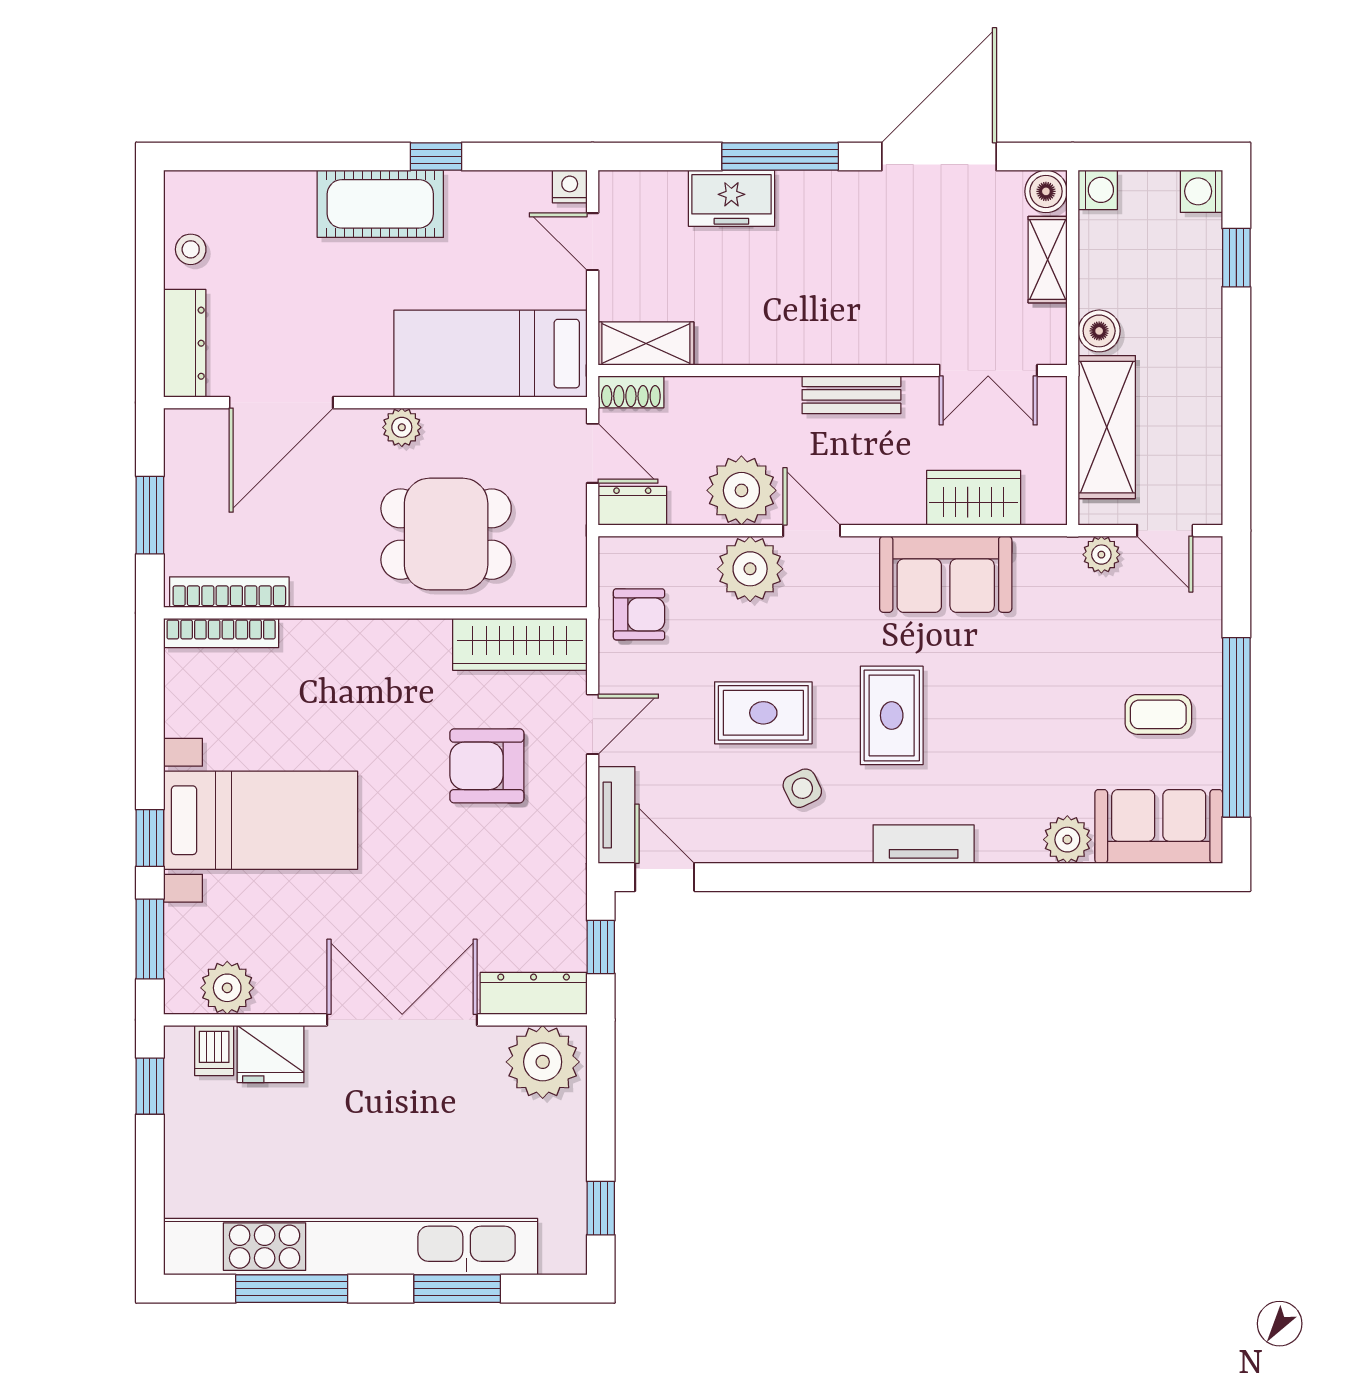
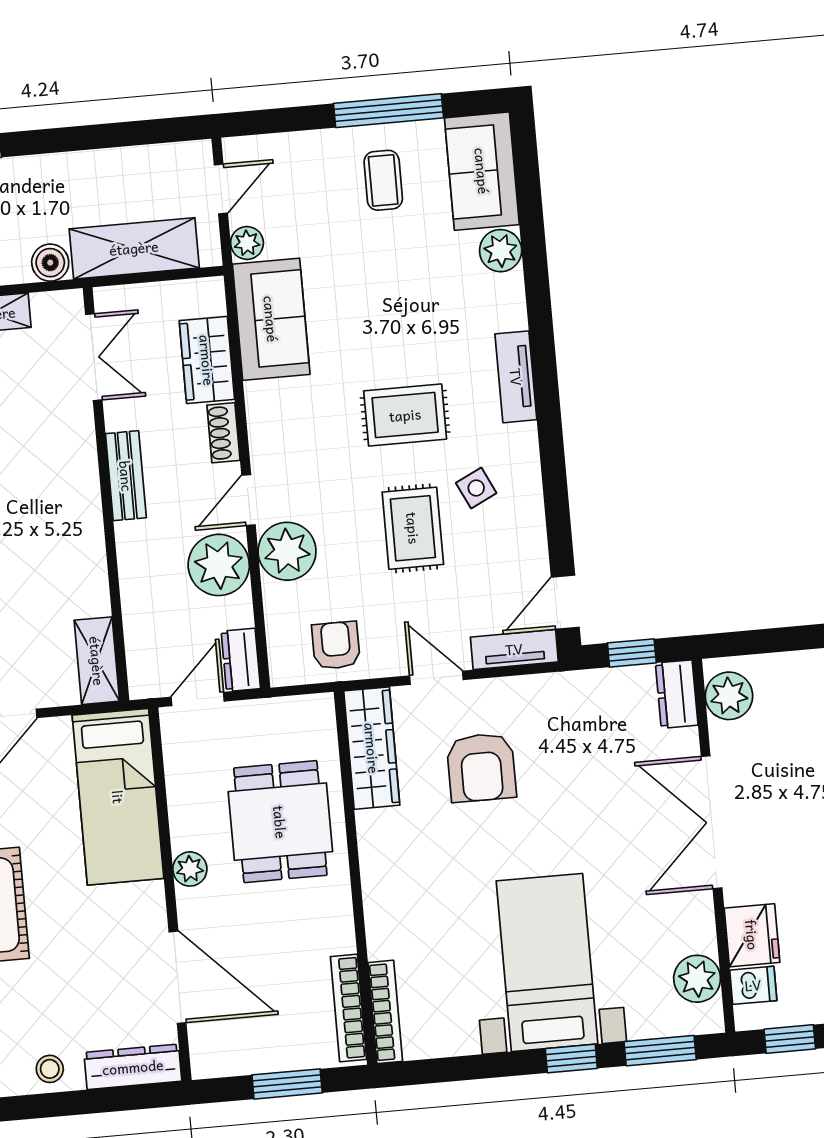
shoe rack: (631, 392) -> (223, 433), moved, turned 180
sofa: (946, 574) -> (271, 319), moved
window: (1236, 727) -> (389, 111), width x0.68
dresser: (534, 993) -> (677, 694), width x0.70
plant: (543, 1062) -> (729, 696), width x0.73, depth x0.73

